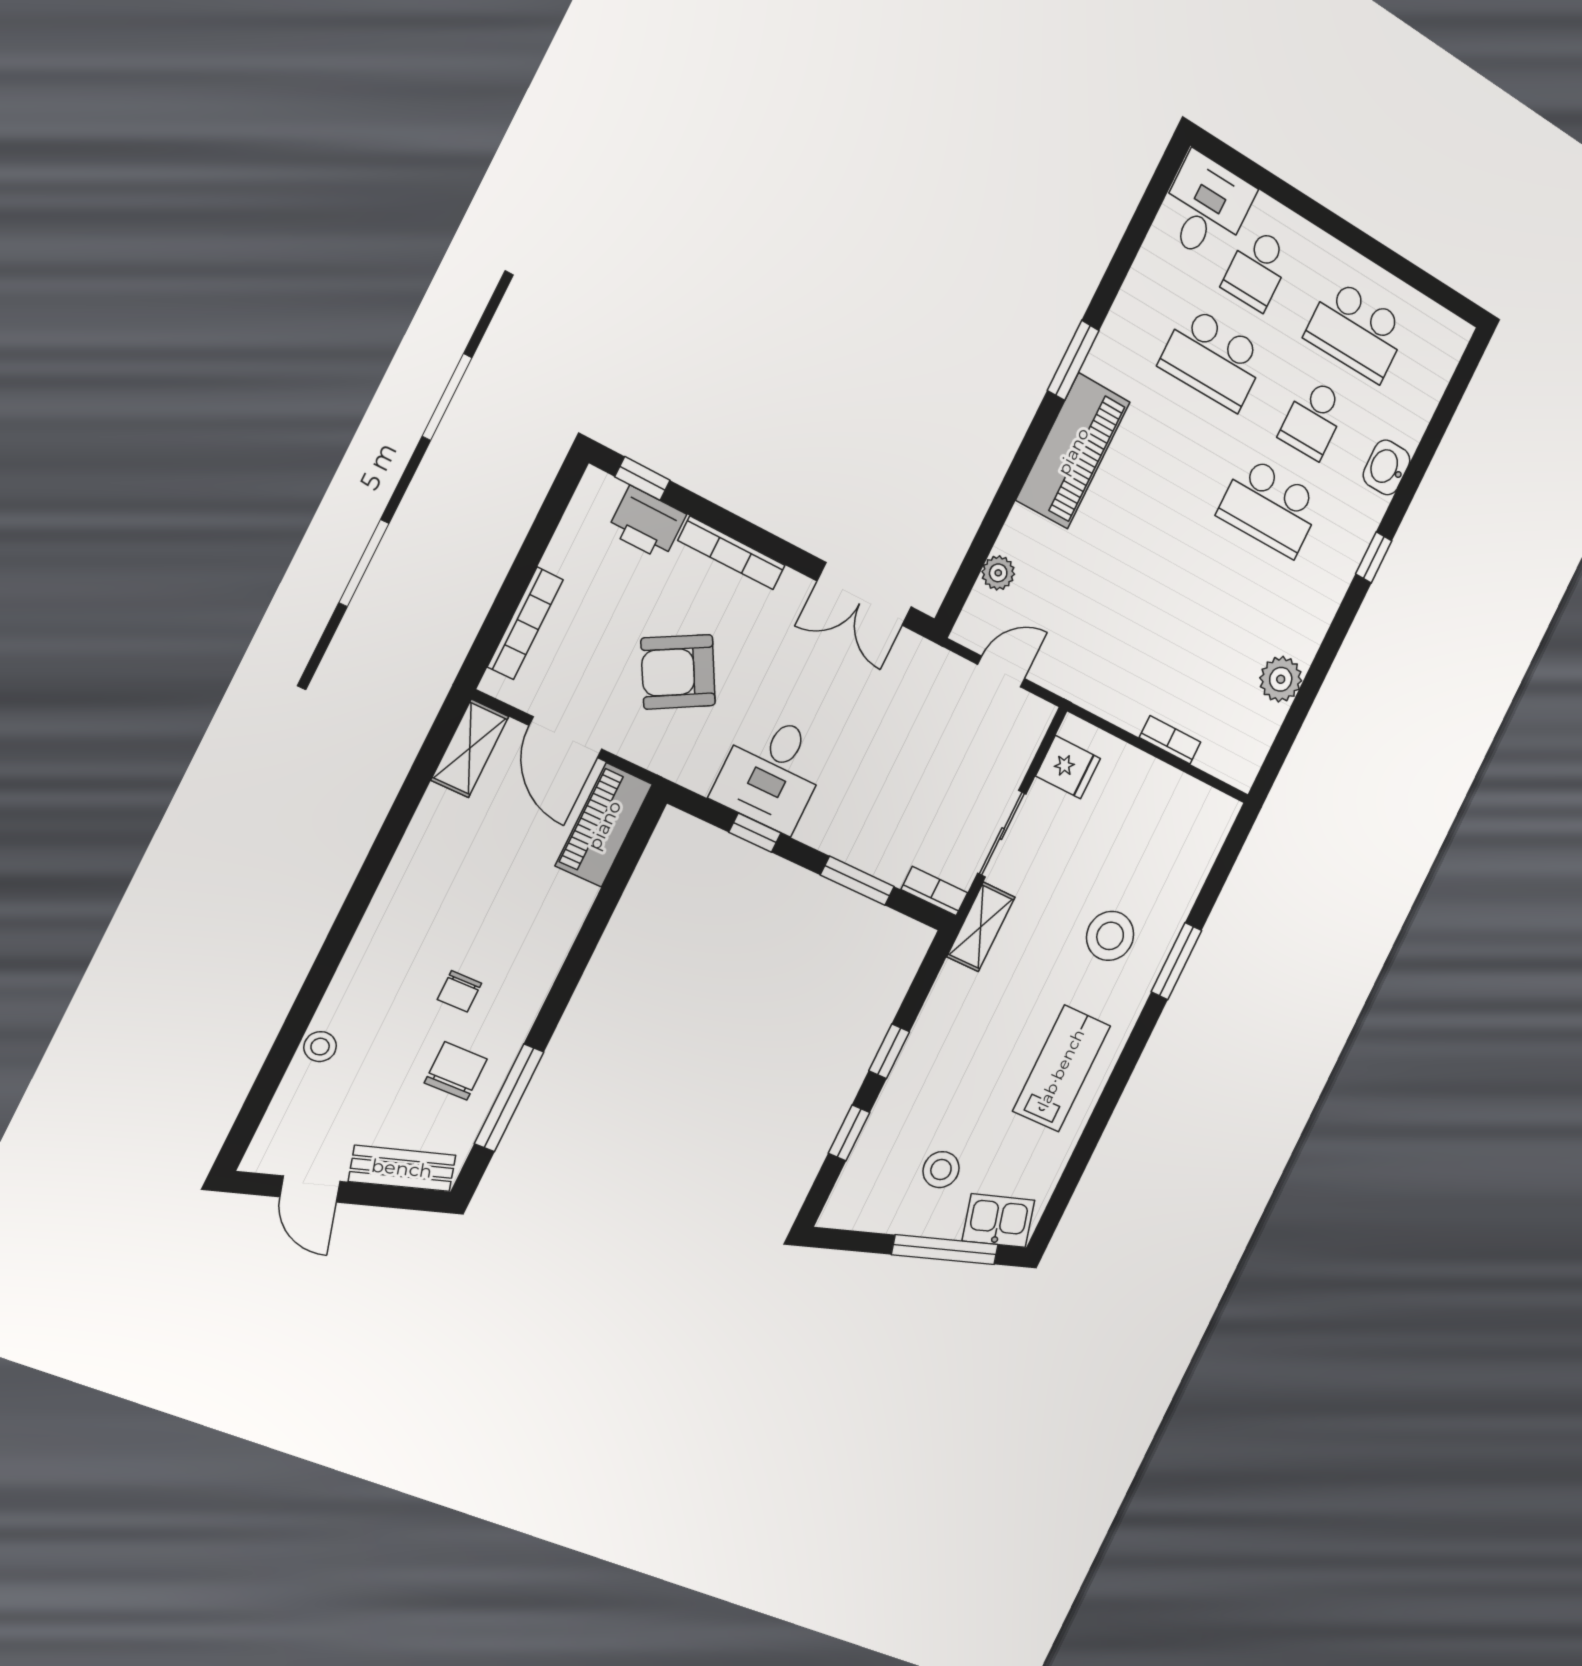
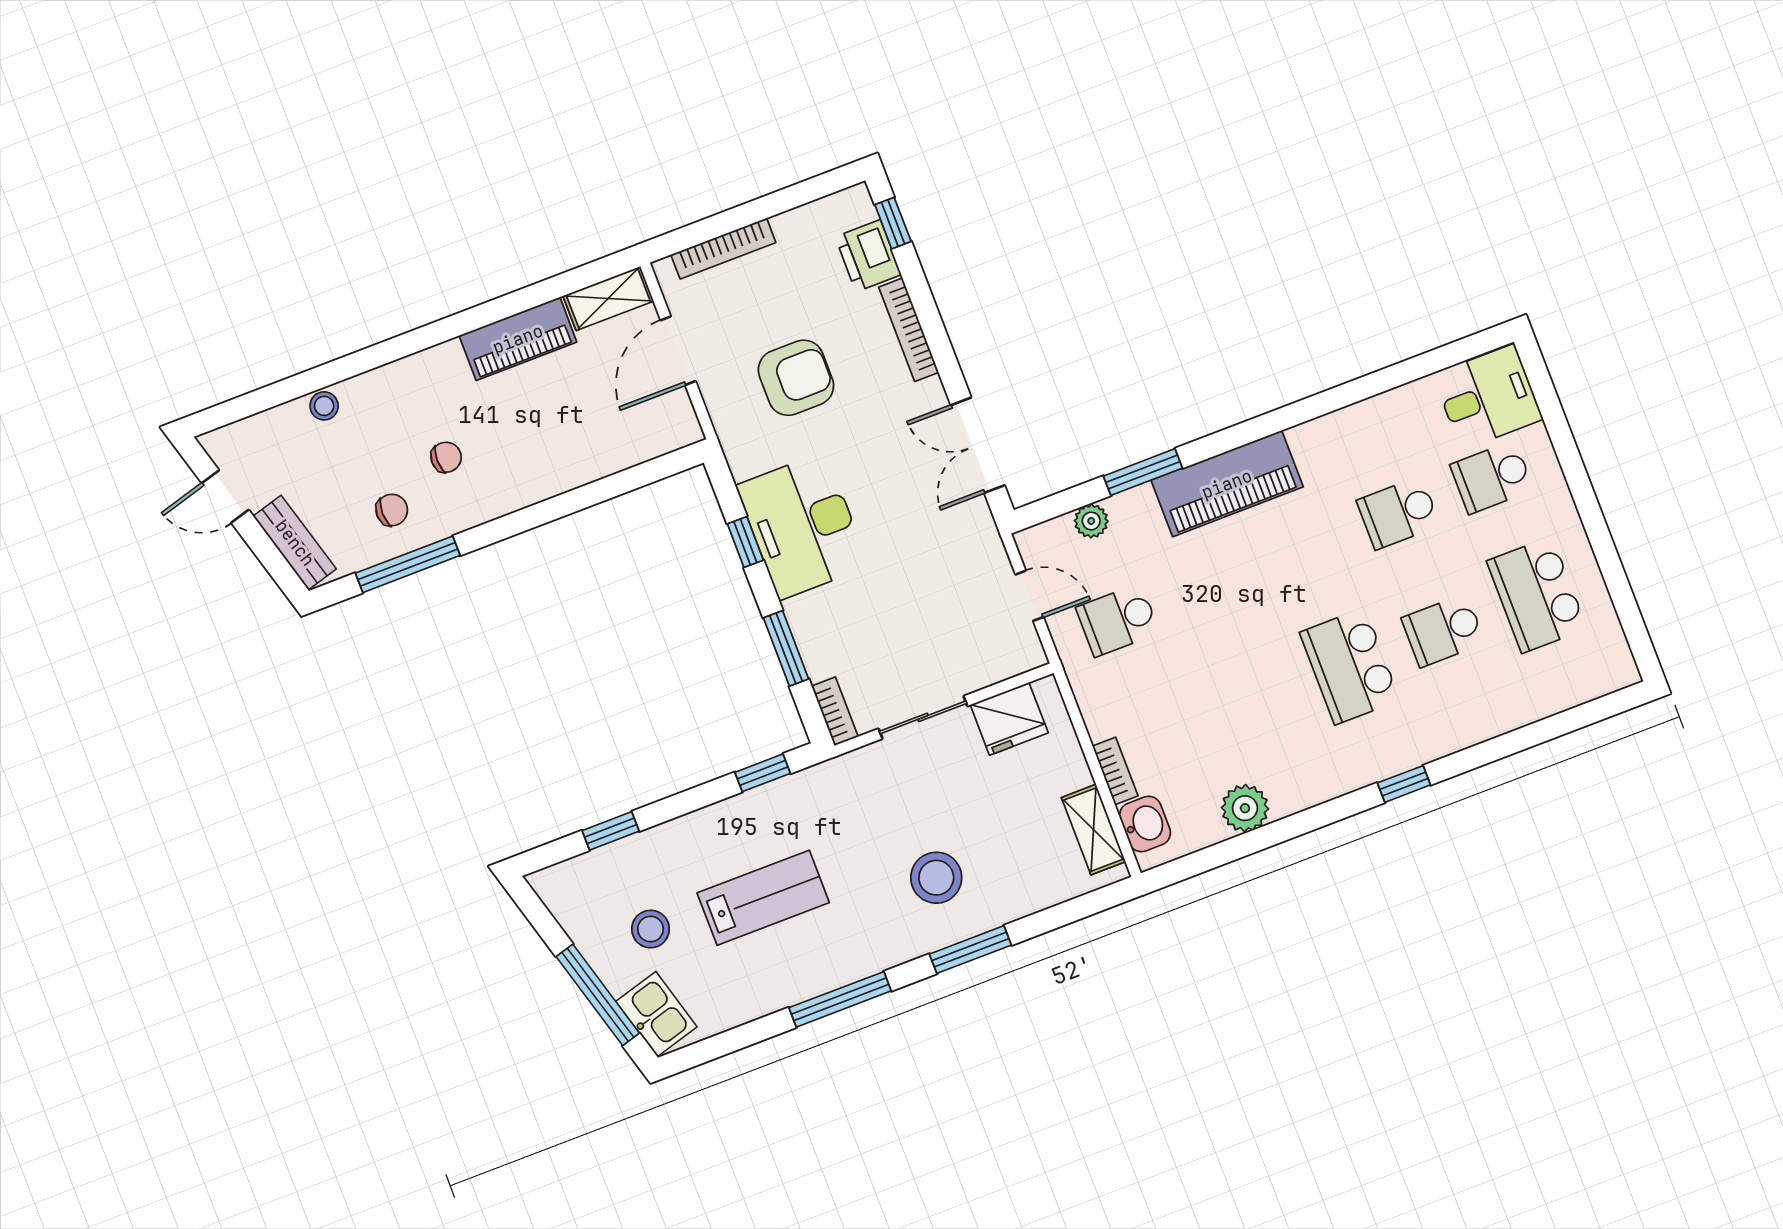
school desk: (1213, 359) -> (1398, 513), width x0.54
window: (1073, 360) -> (1143, 472), moved
washbasin: (1386, 467) -> (1145, 824), moved, turned 90
school desk: (1080, 629) -> (1118, 620), added
armchair: (678, 672) -> (796, 378), turned 119
fridge: (1068, 767) -> (1009, 719), width x1.38
desk: (772, 772) -> (802, 526), width x1.37
piano: (604, 825) -> (518, 339), moved, turned 180
shelving: (981, 927) -> (1093, 830), moved, turned 90
chair: (459, 991) -> (446, 457), turned 180
window: (889, 1051) -> (763, 773), moved
lab bench: (1061, 1068) -> (763, 898), moved
chair: (456, 1071) -> (392, 510), width x0.73, depth x0.73
window: (1117, 1083) -> (840, 999), added
door: (310, 1189) -> (225, 496), hinge flipped

